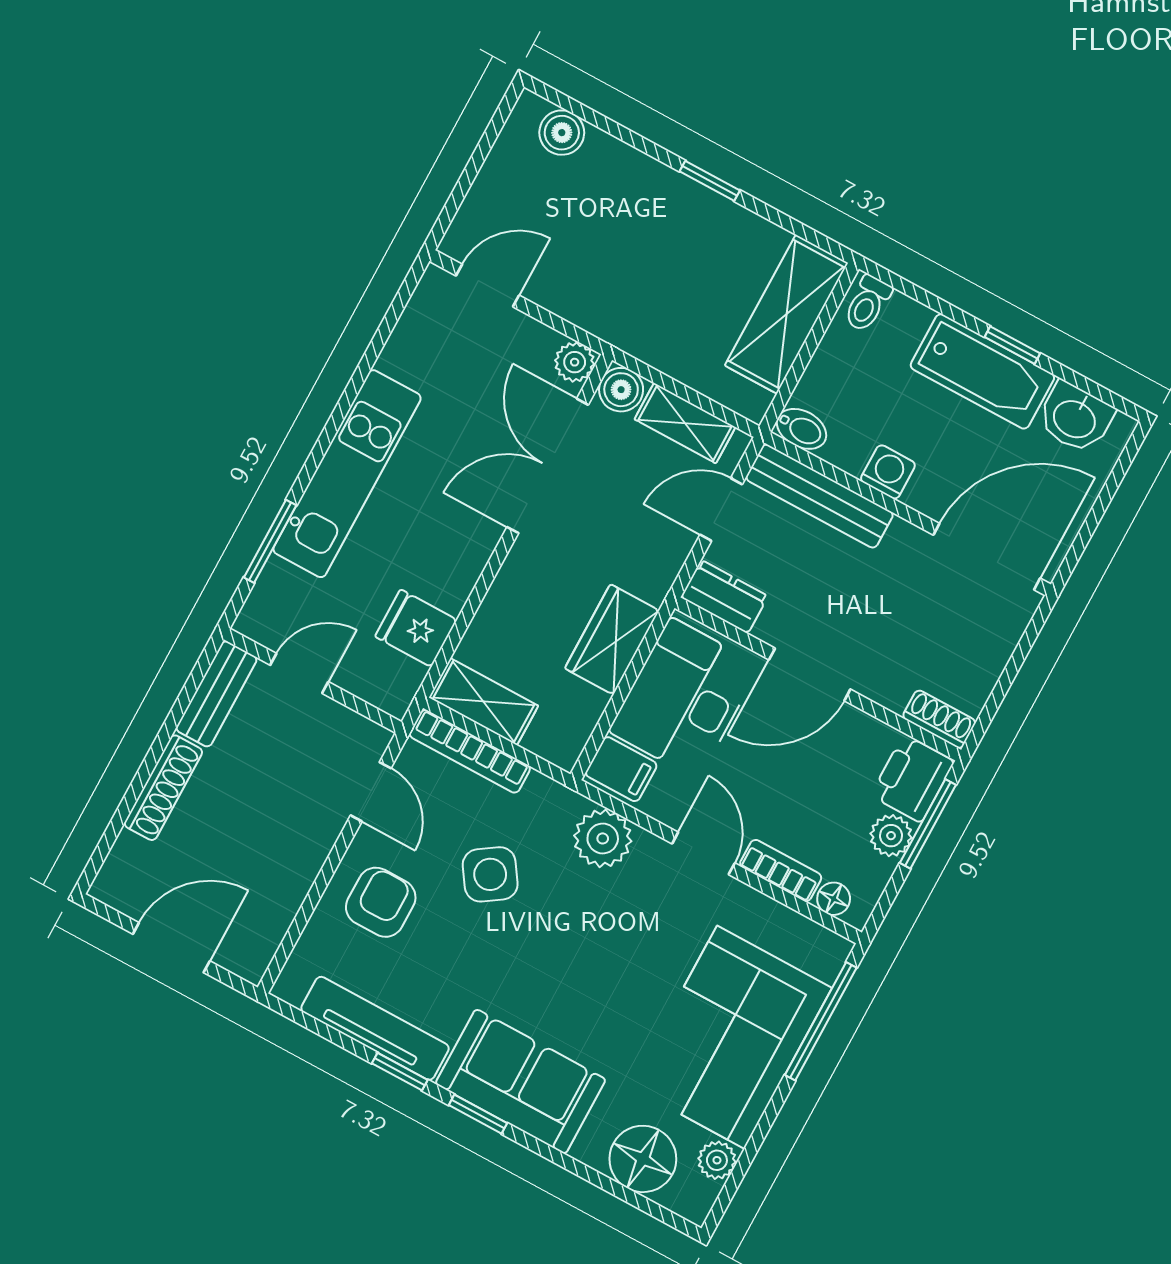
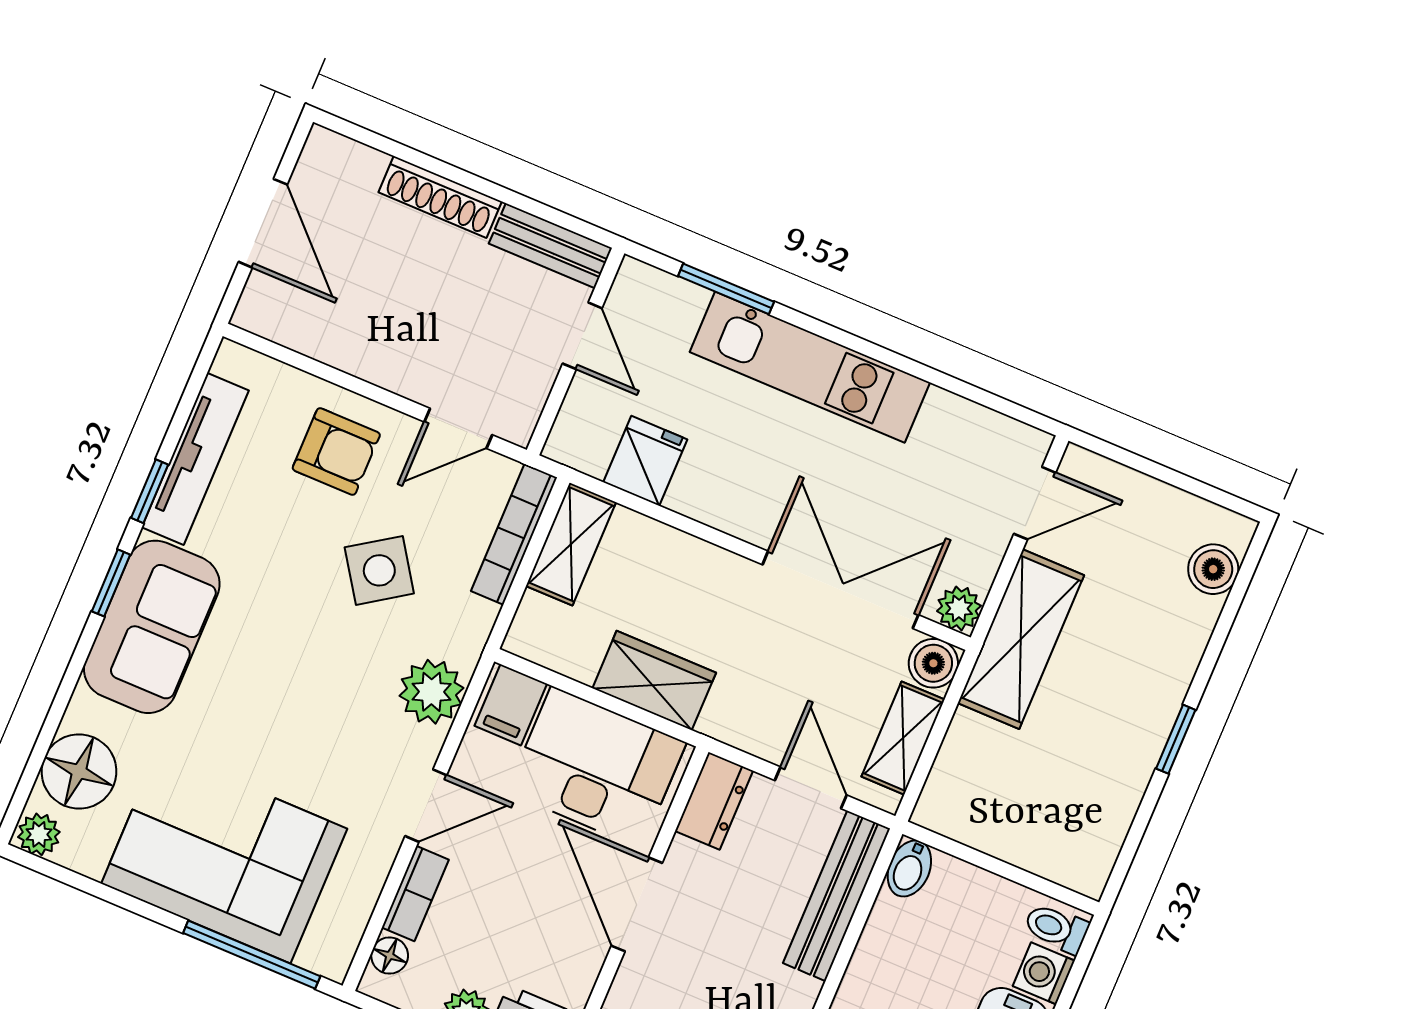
door: (488, 286) -> (1035, 503), hinge flipped
shelving: (786, 314) -> (1021, 639), moved, turned 90
washing machine: (888, 472) -> (1044, 973), moved, turned 180
plant: (717, 1160) -> (39, 834), moved

